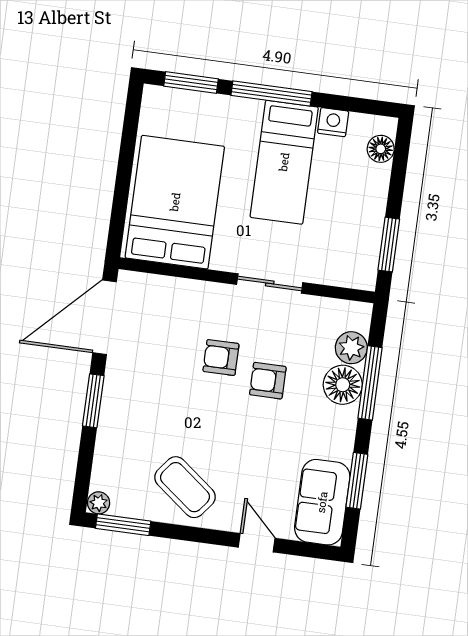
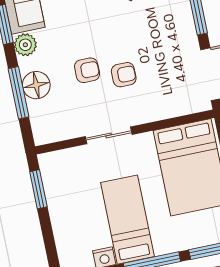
floor lamp: (381, 149) -> (66, 251), removed
plant: (351, 348) -> (25, 45), moved

